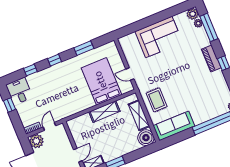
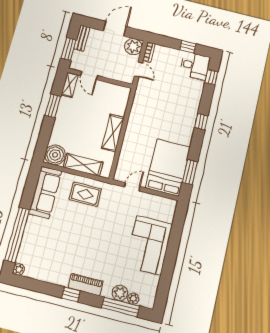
plant: (193, 14) -> (120, 293), moved
window: (84, 48) -> (190, 172), moved
window: (30, 70) -> (211, 77), moved
bed: (101, 81) -> (168, 167), moved, turned -90

